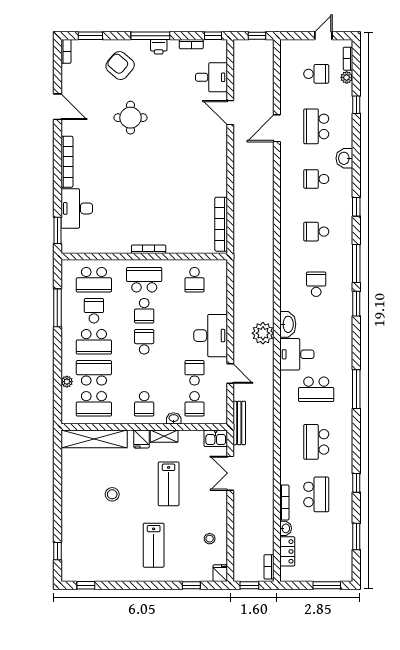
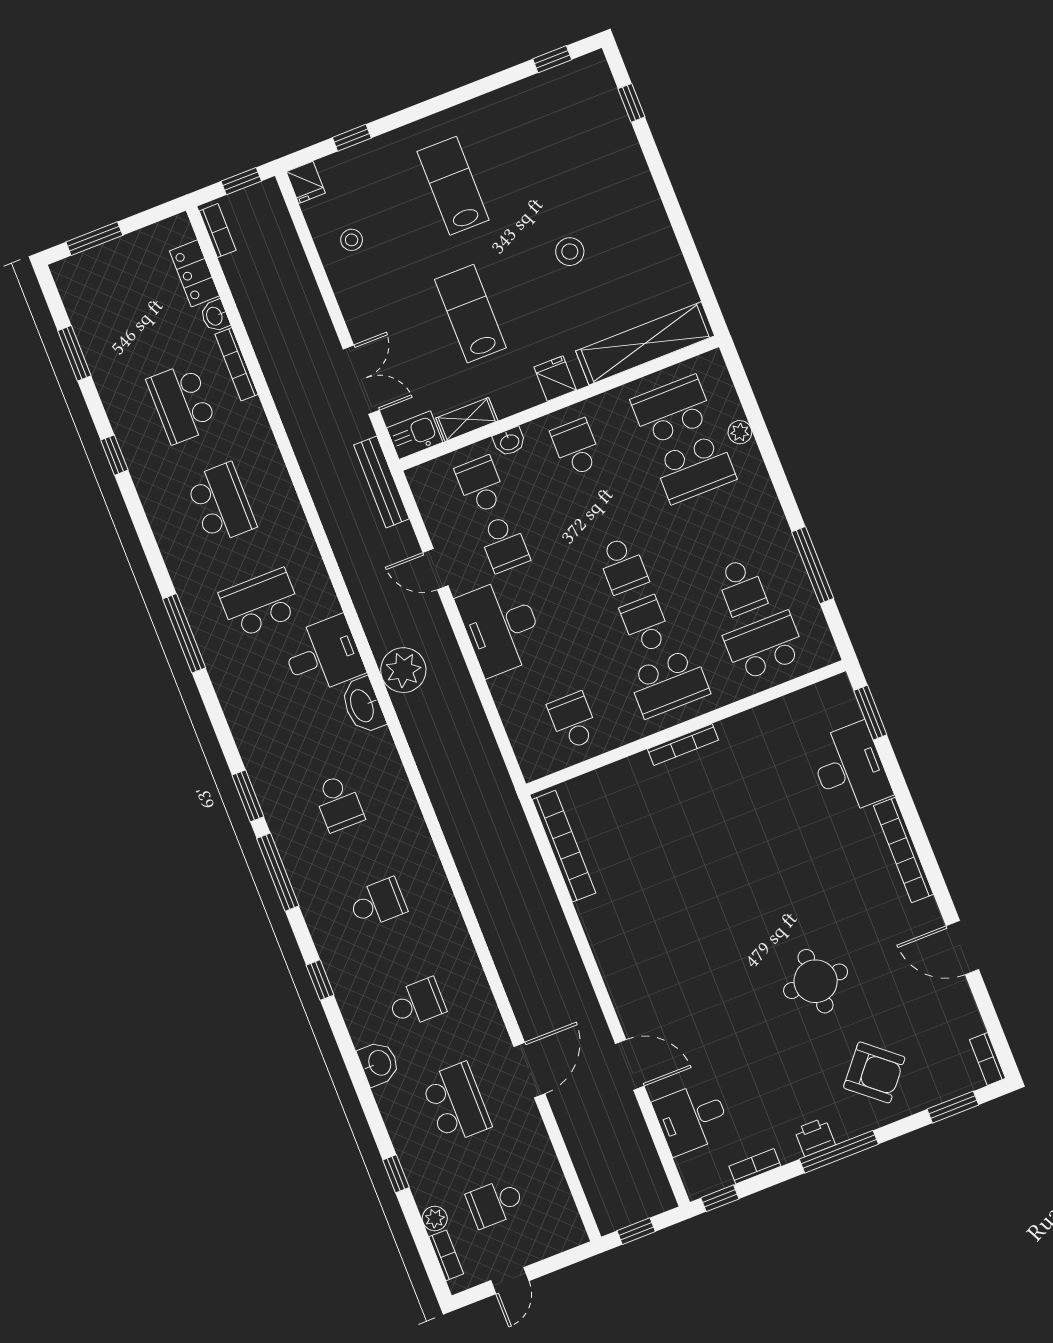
school desk: (94, 342) -> (718, 528), removed
shelving: (164, 436) -> (467, 419), moved

